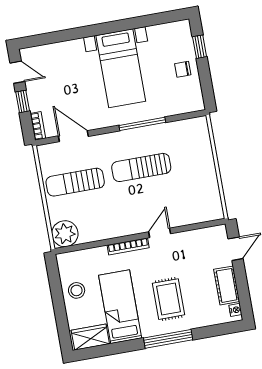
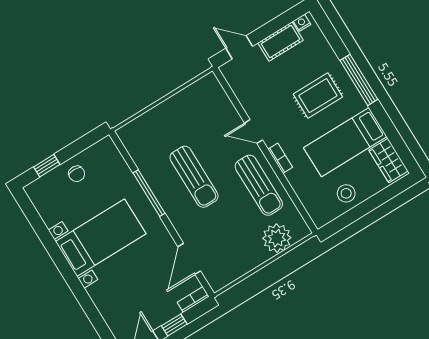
sun lounger: (75, 182) -> (259, 185), moved
plant: (65, 234) -> (277, 238), moved
bookcase: (128, 246) -> (280, 158), width x0.64

